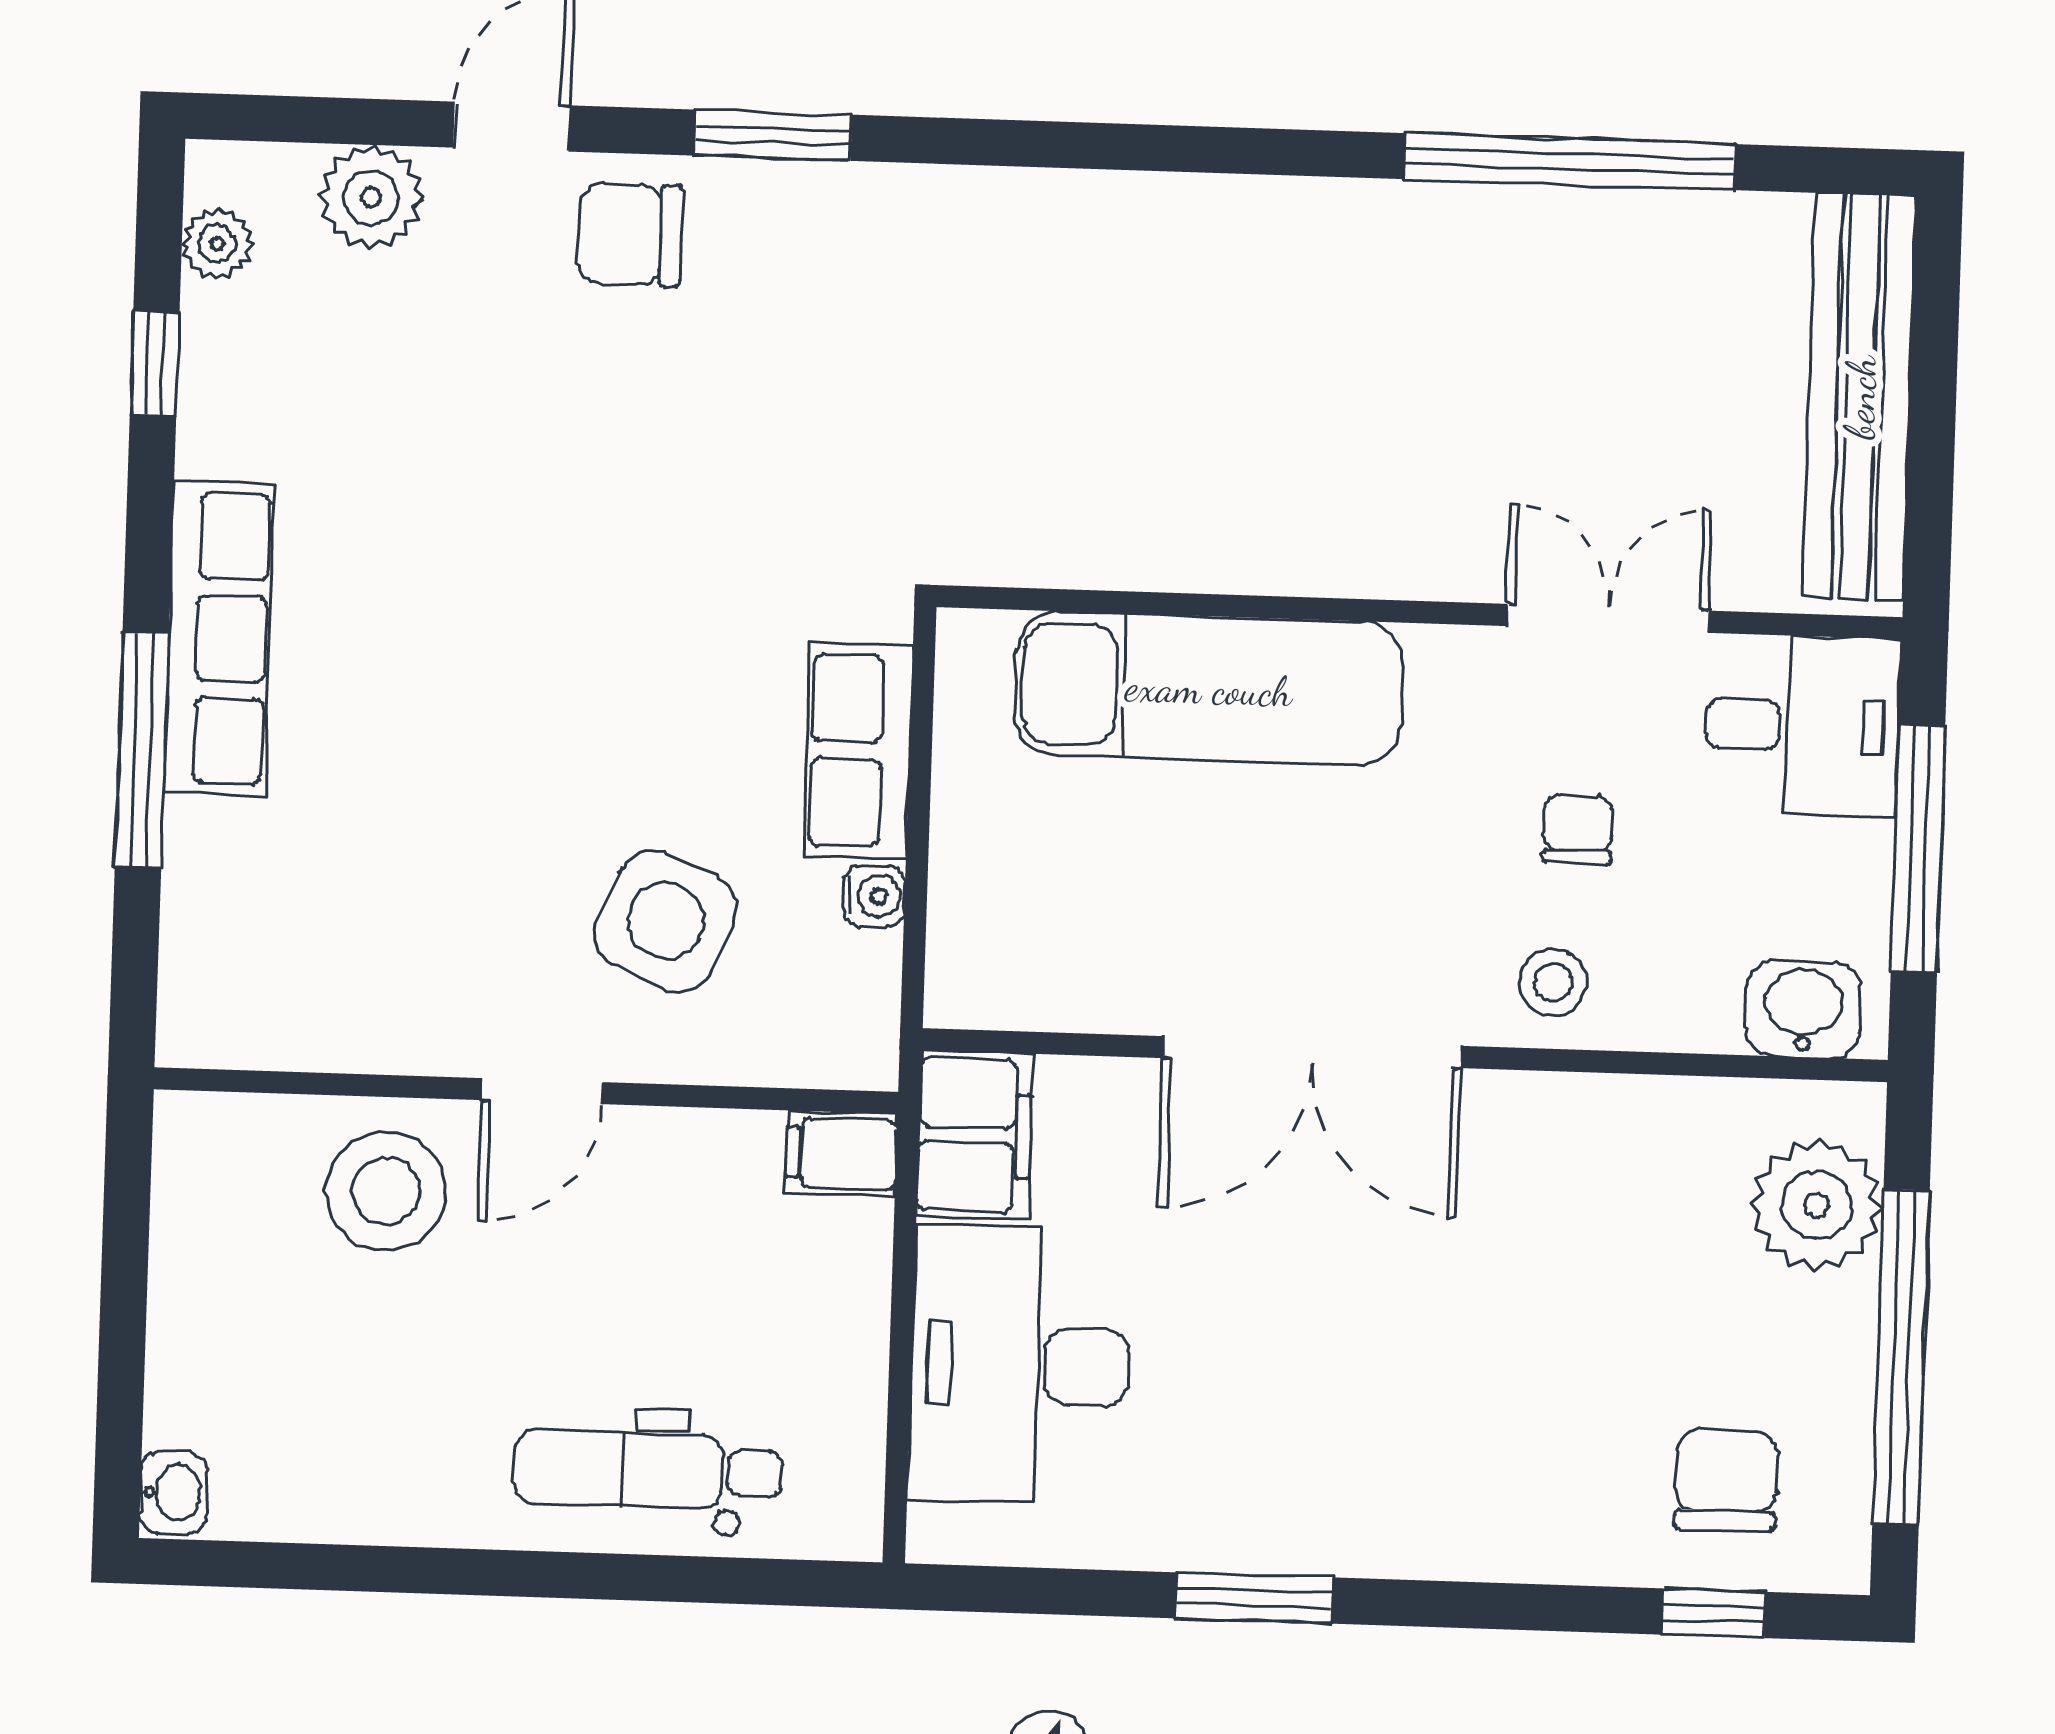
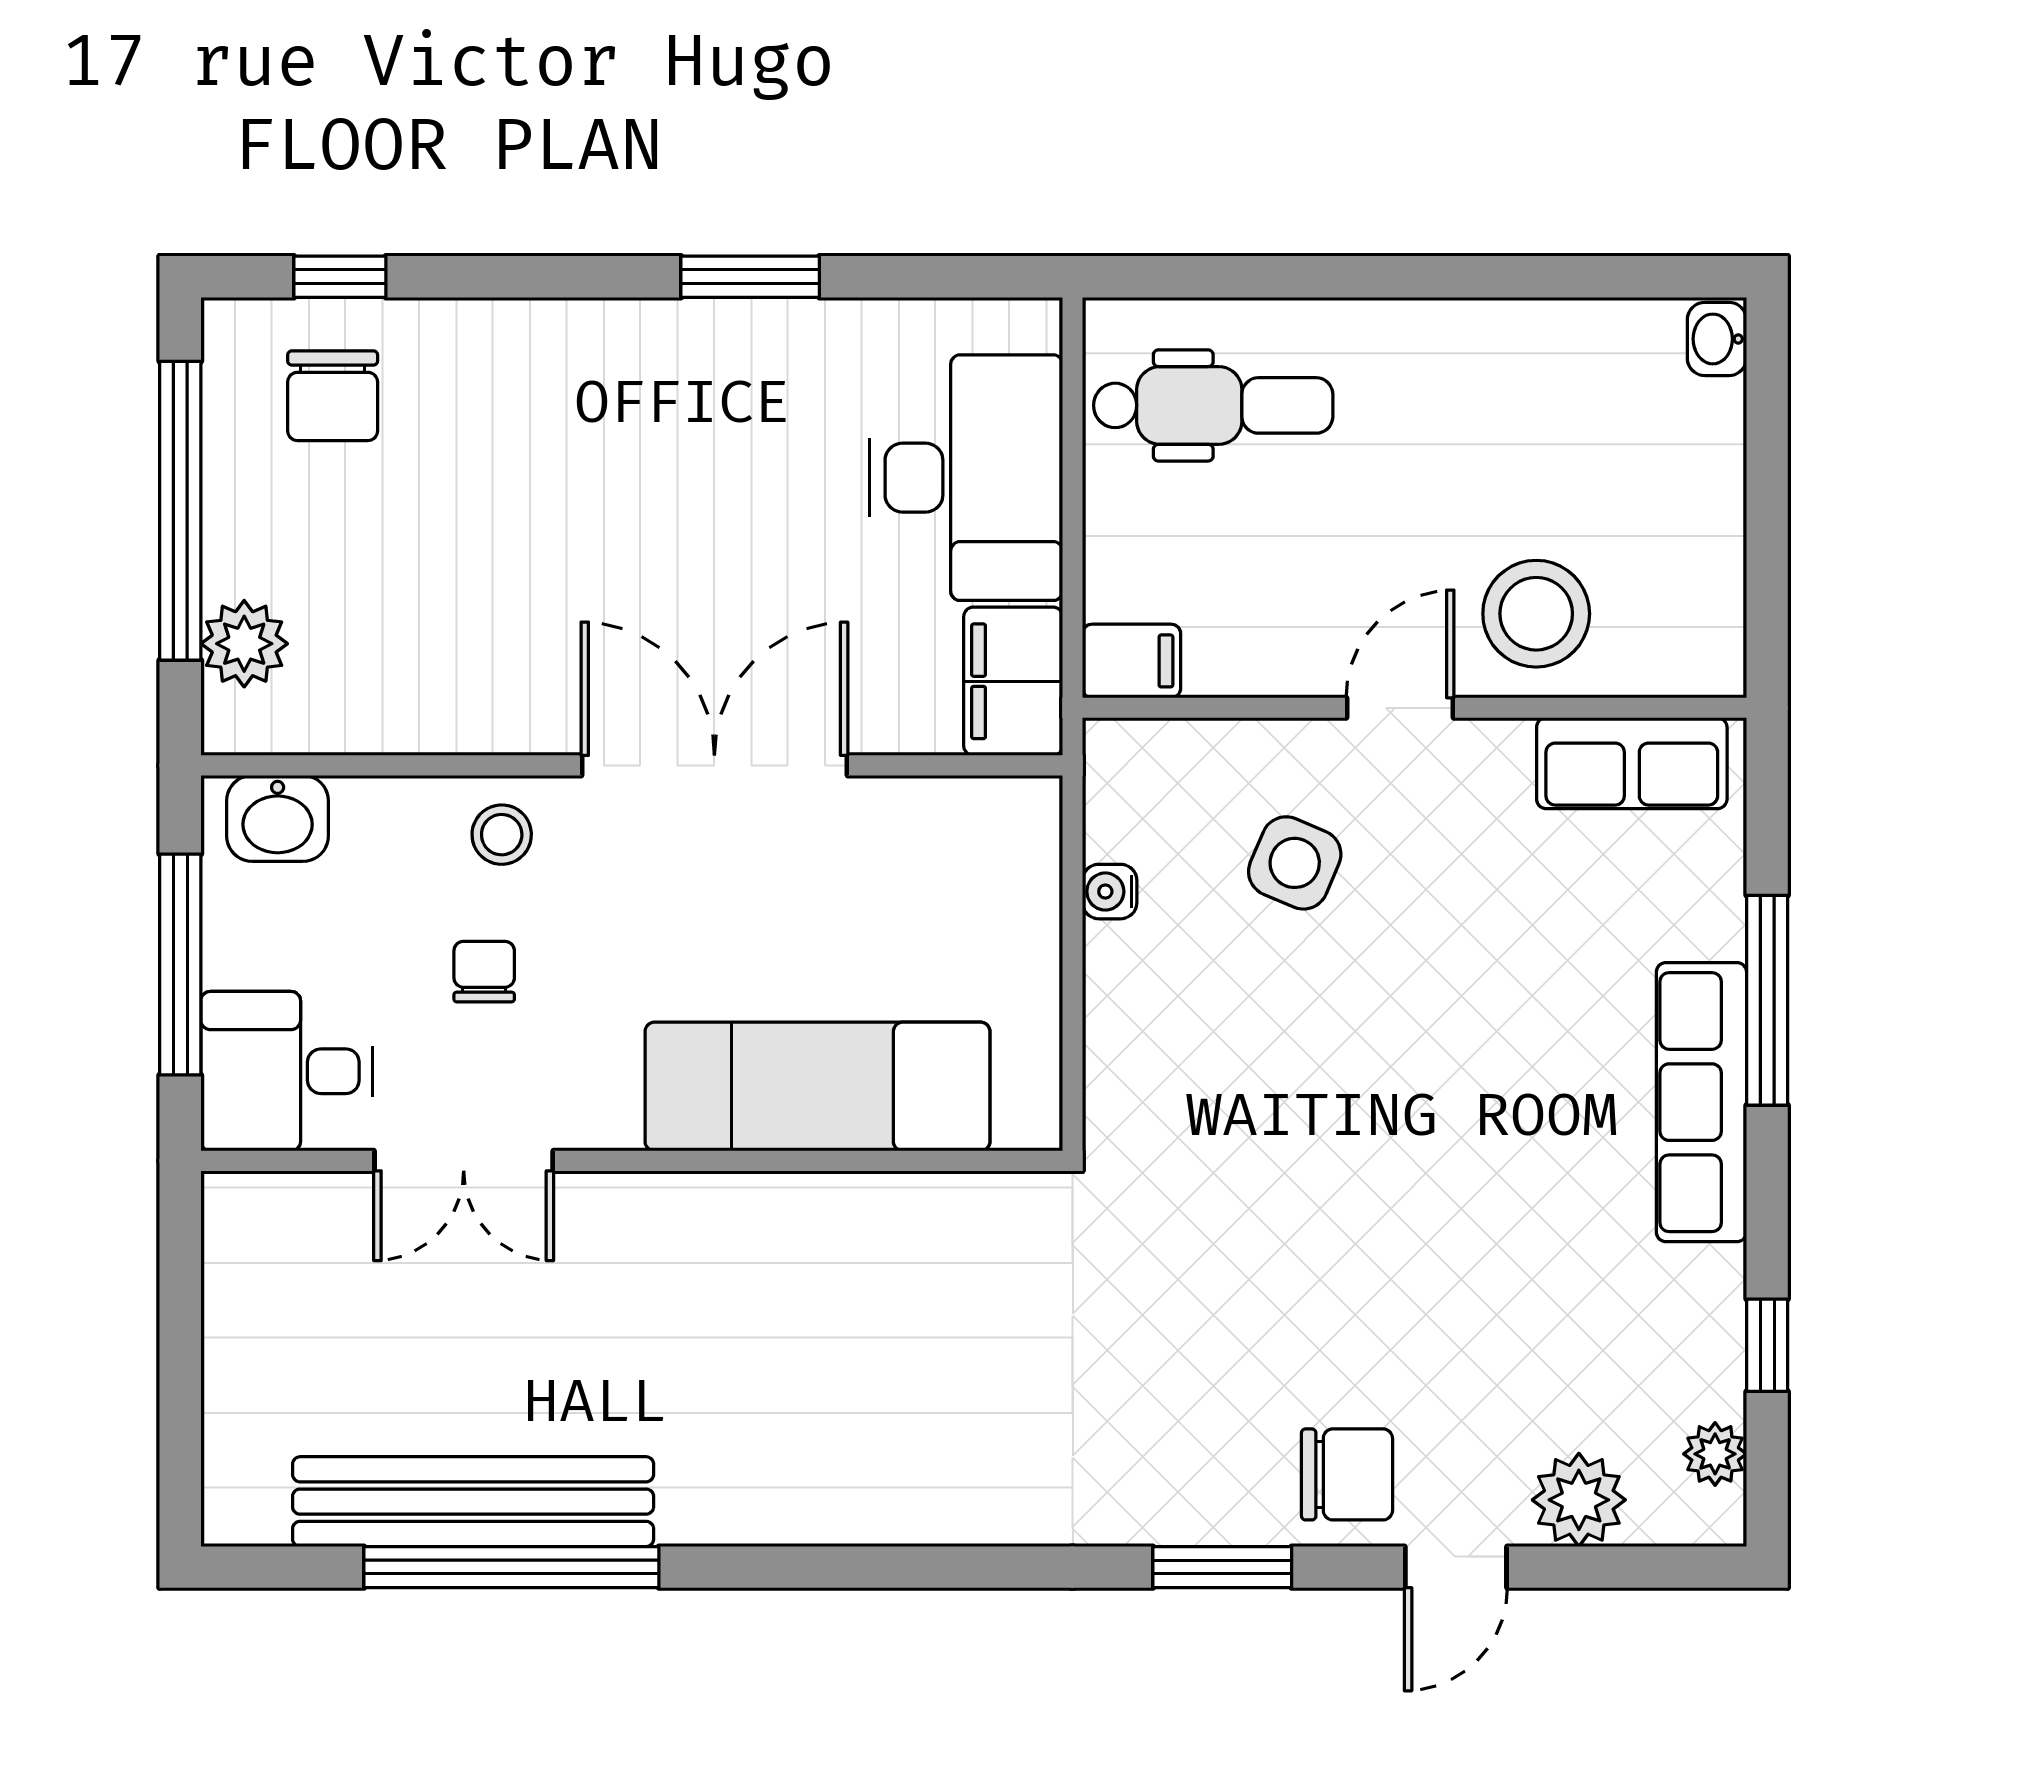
bench: (1860, 397) -> (473, 1502), moved, turned 90
row of seats: (859, 751) -> (1632, 763), moved, turned 90
chair: (1578, 830) -> (484, 972), turned 180
side table: (666, 921) -> (1295, 863), width x0.73, depth x0.73
plant: (1817, 1205) -> (244, 644), width x0.73, depth x0.73
dental chair: (648, 1470) -> (1213, 405), moved

